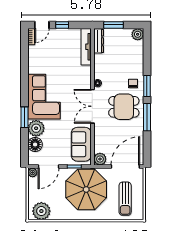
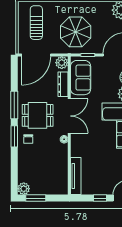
window: (113, 25) -> (36, 198), moved
dresser: (99, 41) -> (63, 84), moved
parasol: (86, 189) -> (76, 32), width x0.73, depth x0.73

